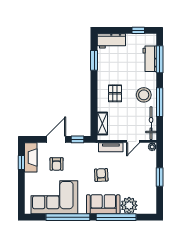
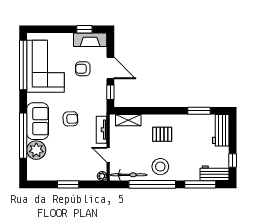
workbench: (150, 59) -> (215, 173), moved
window: (160, 102) -> (152, 184), width x1.46
window: (68, 217) -> (23, 65), moved

